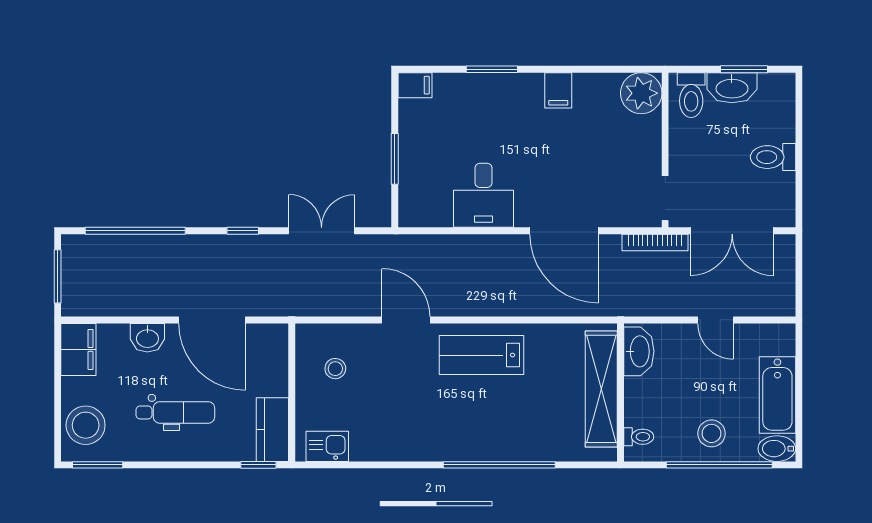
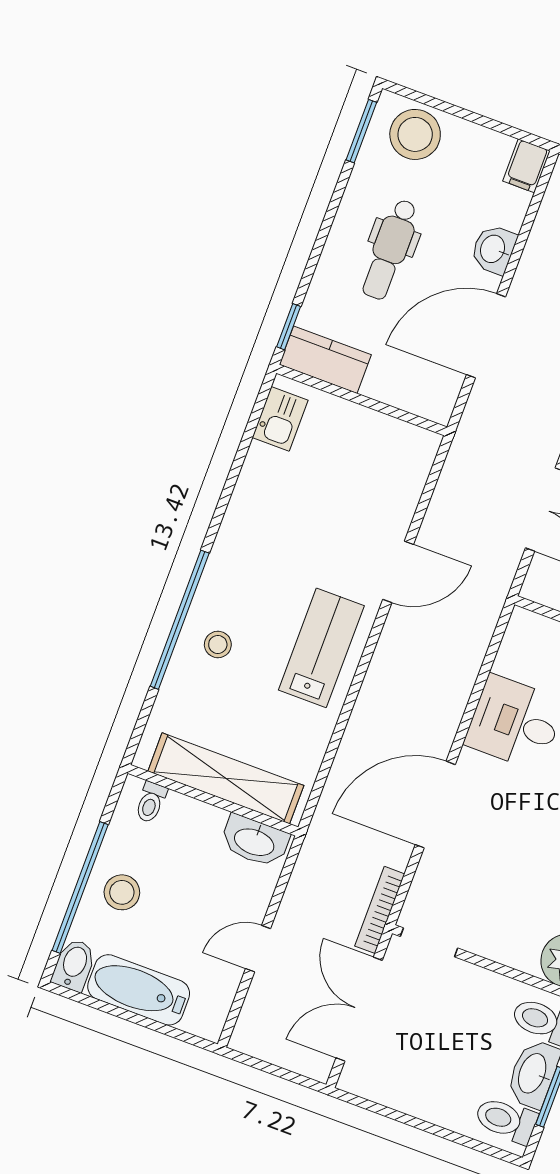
toilet: (773, 157) -> (506, 1120), moved, turned -90
filing cabinet: (78, 349) -> (526, 166), width x0.50
stool: (335, 369) -> (218, 644), moved

